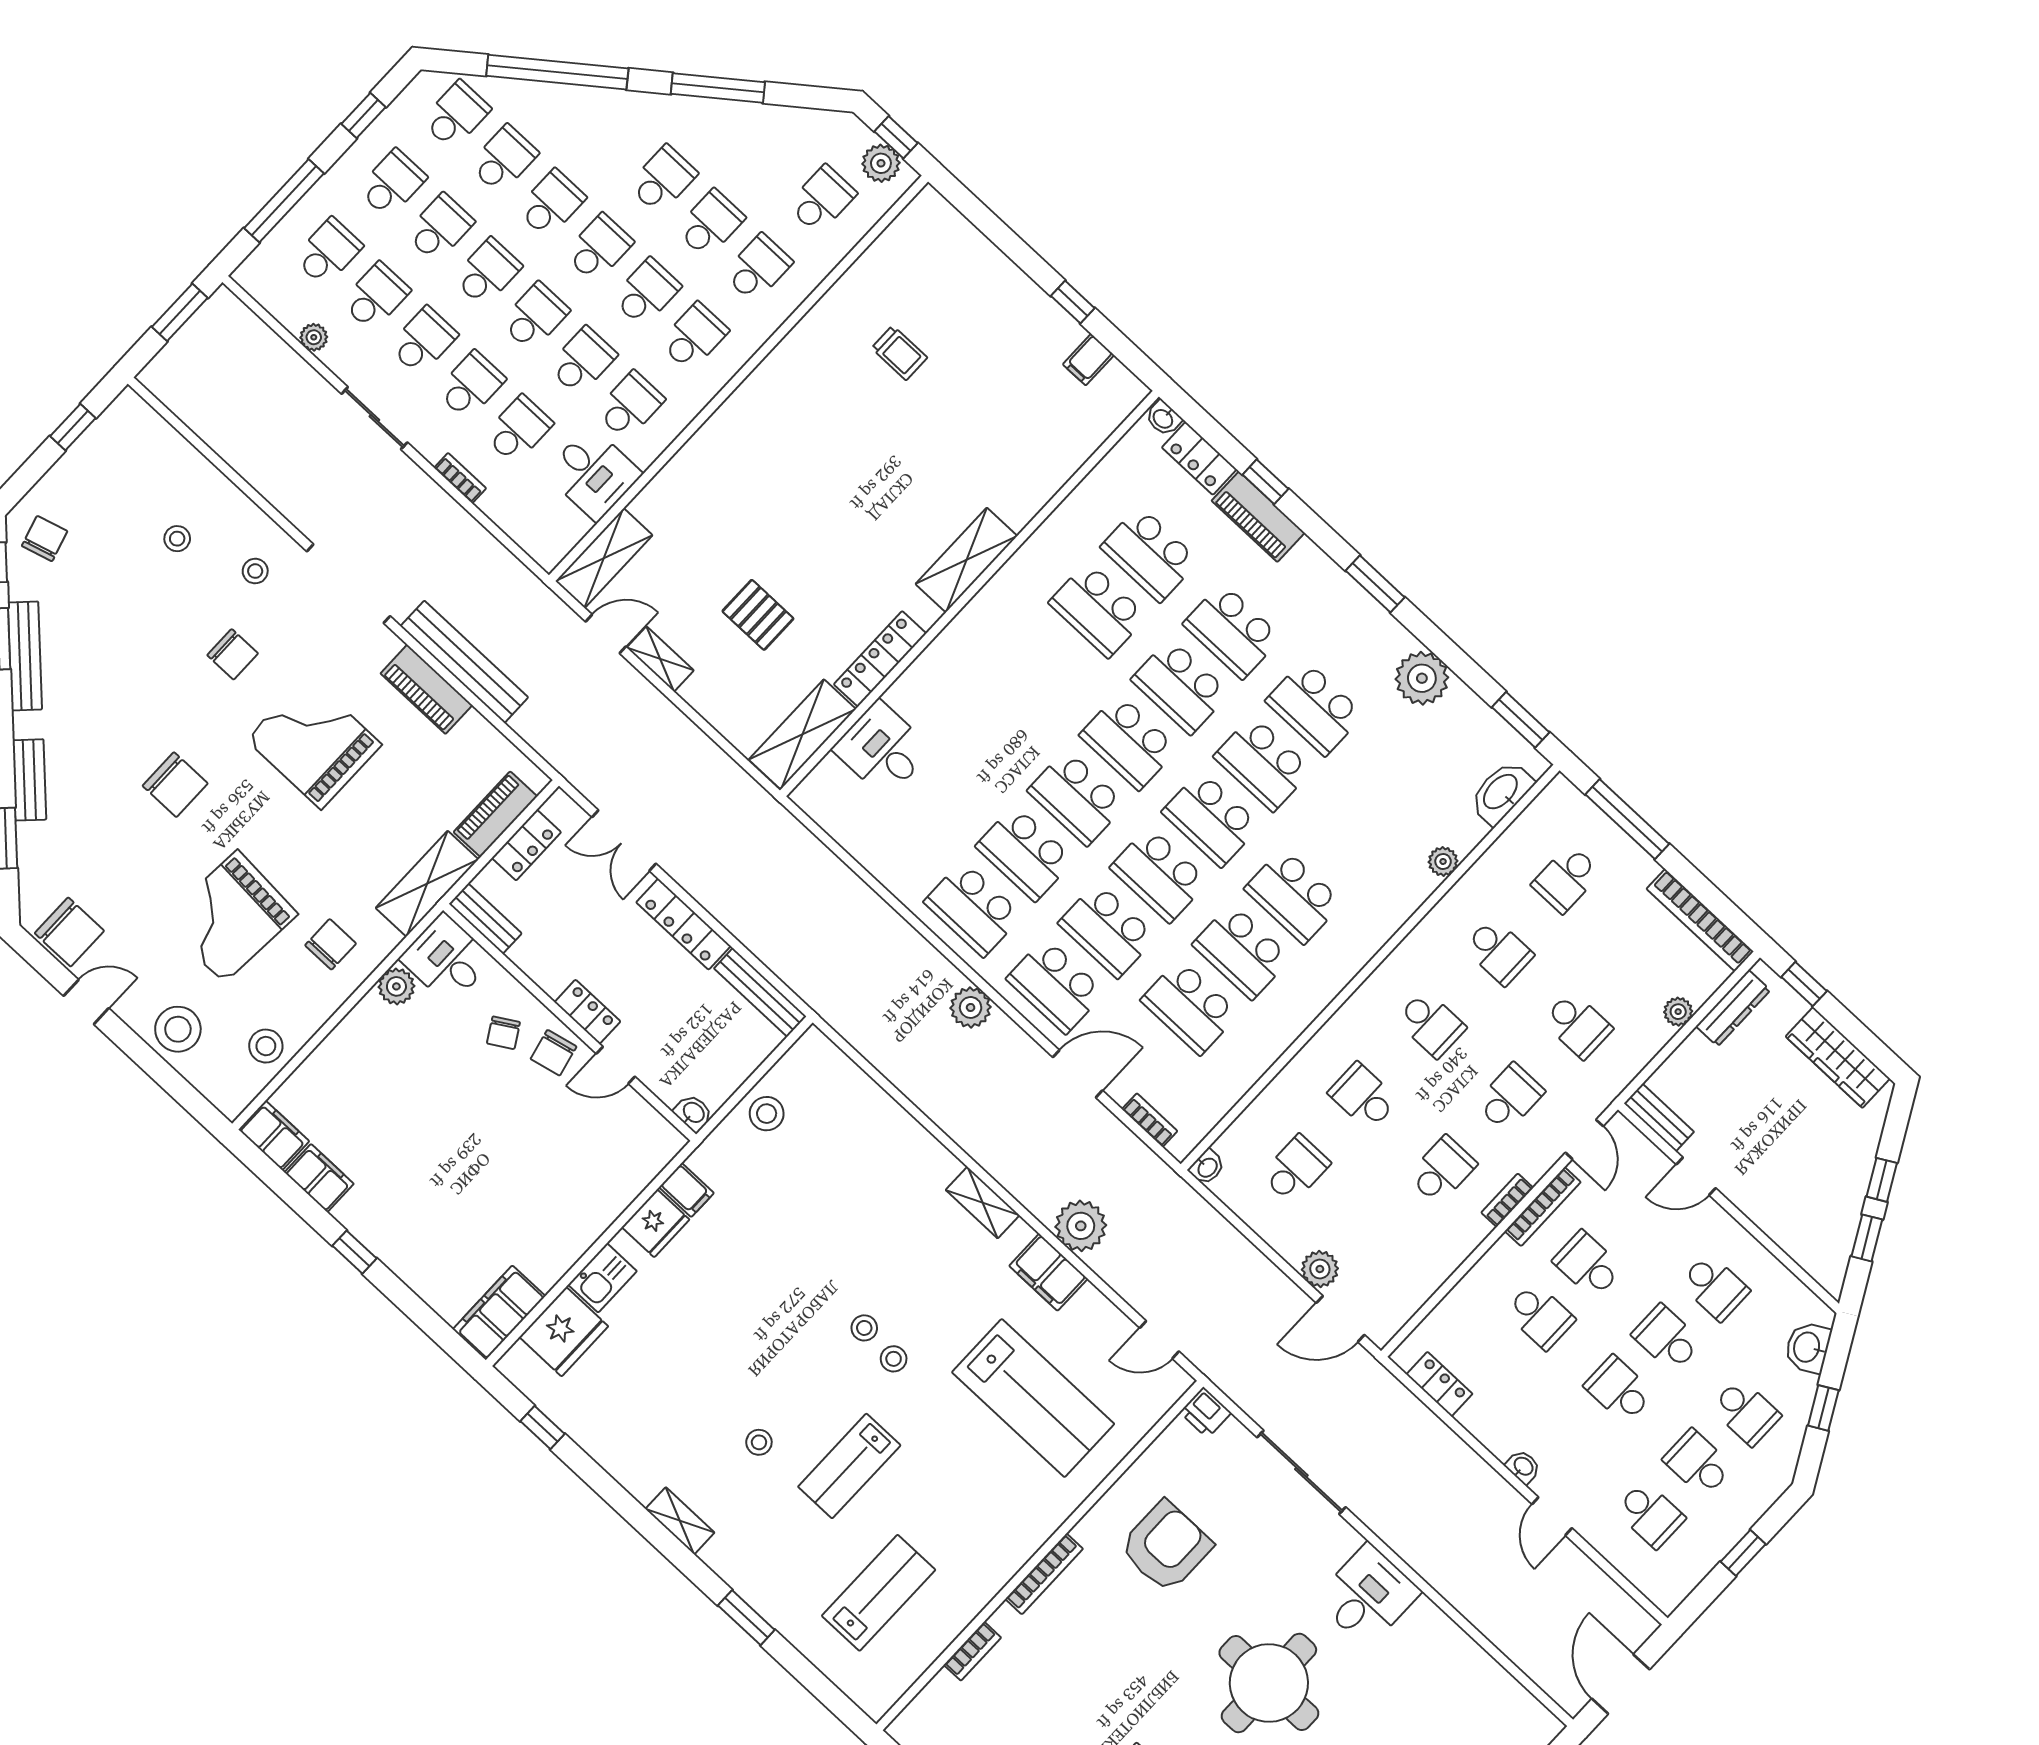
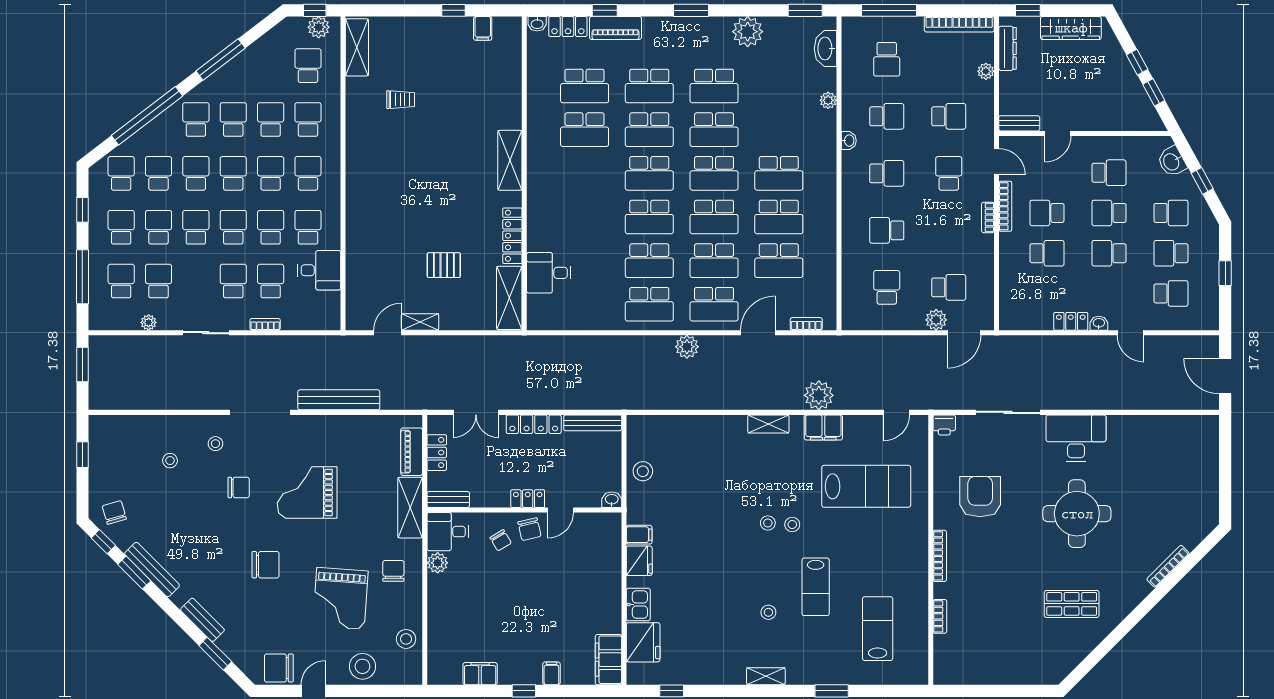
school desk: (423, 341) -> (196, 119), moved
shelving: (604, 558) -> (357, 47), moved
piano: (426, 689) -> (334, 426), removed
chair: (69, 932) -> (279, 668), turned 180
filing cabinet: (274, 1135) -> (551, 673), moved, width x0.50
washbasin: (1207, 1167) -> (849, 141), moved
school desk: (1442, 1170) -> (949, 287), moved, turned 90
locker: (1439, 1384) -> (1071, 321), moved
desk: (1368, 1595) -> (1076, 438), width x1.37

